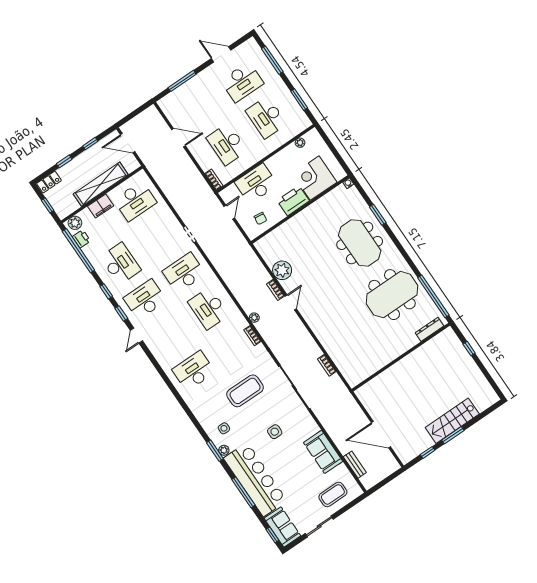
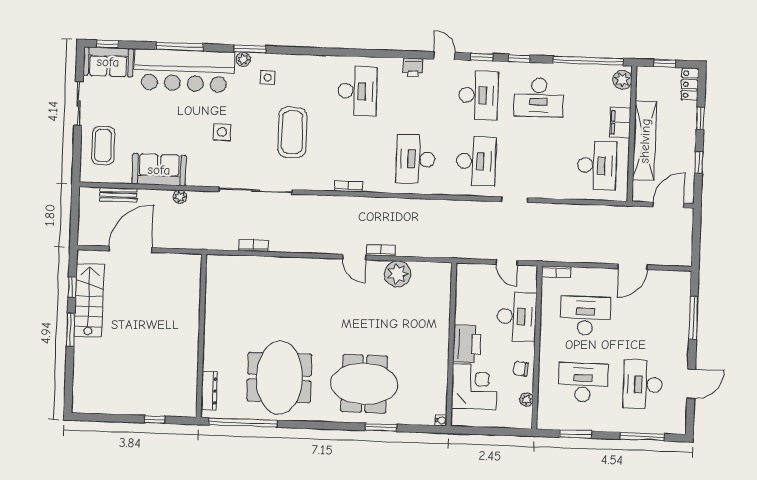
desk: (135, 201) -> (597, 166), turned 180
chair: (260, 218) -> (521, 369), moved
printer: (81, 239) -> (413, 67), moved
desk: (208, 308) -> (416, 159), turned -90
plant: (254, 318) -> (180, 197), moved
stairs: (452, 421) -> (89, 300), moved

